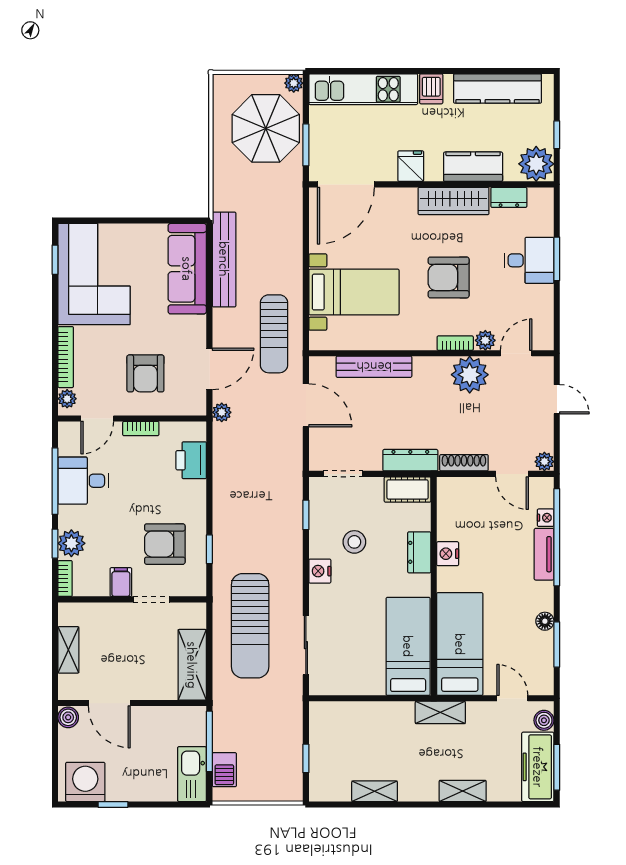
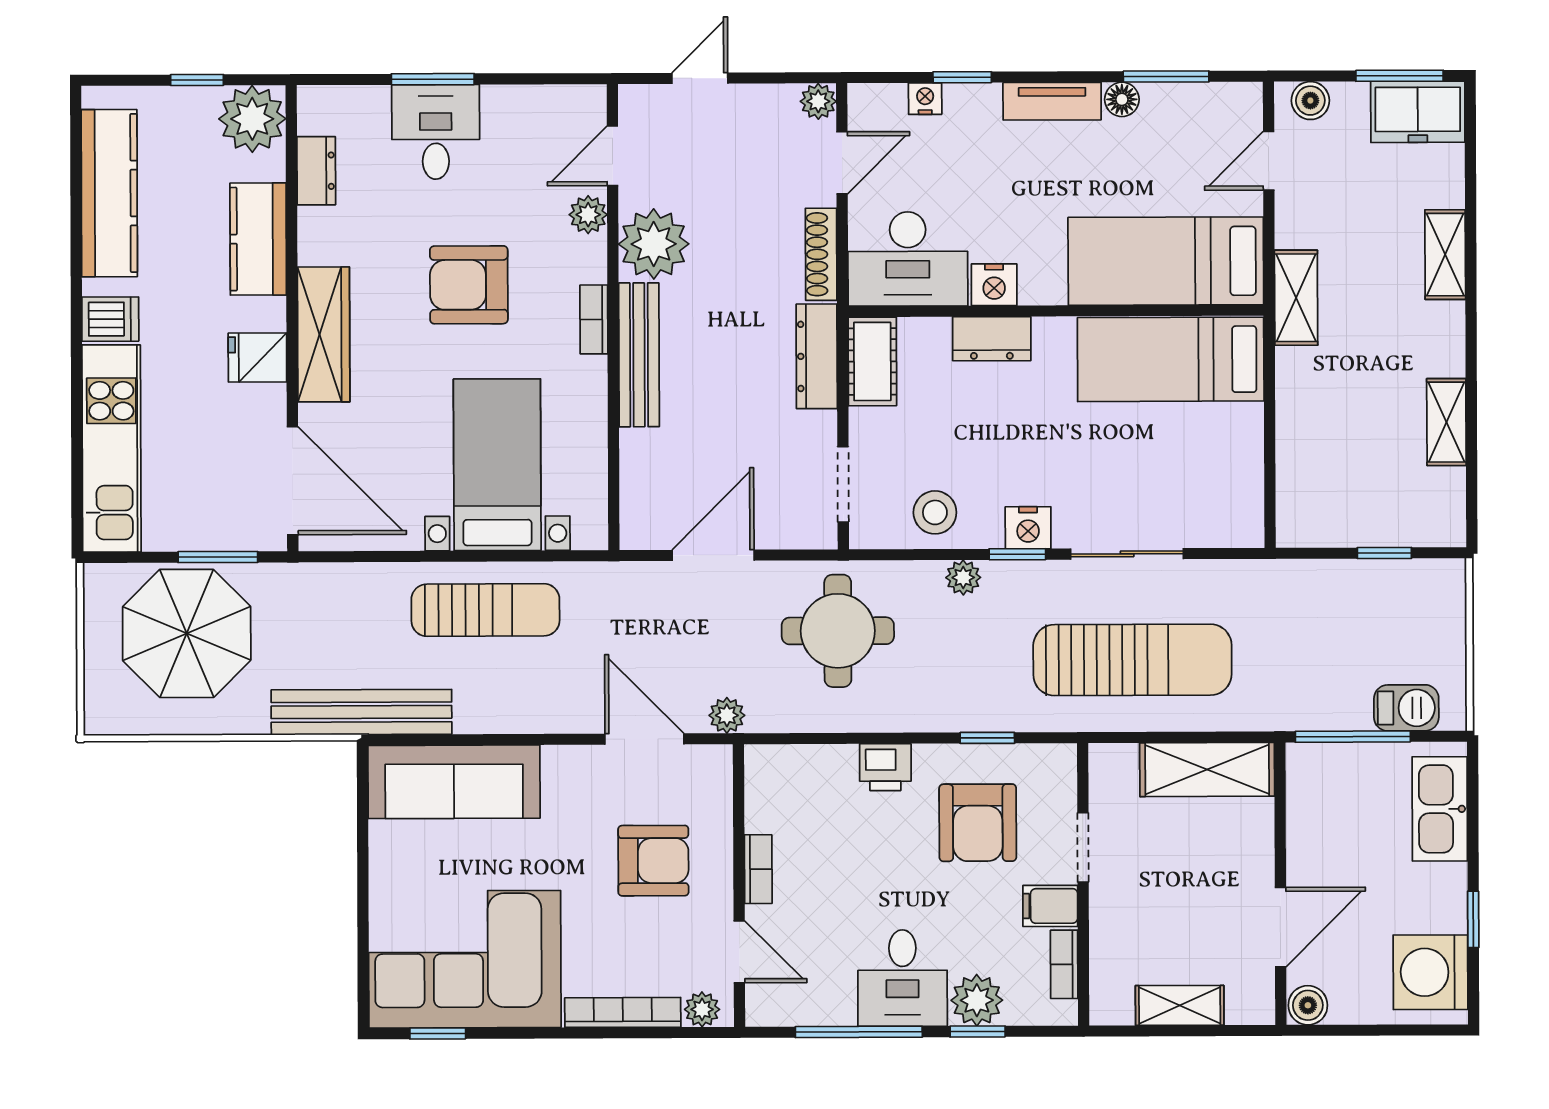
plant: (294, 83) -> (963, 577), moved
wardrobe: (454, 201) -> (324, 334), moved
bench: (224, 259) -> (361, 712), moved
armchair: (449, 277) -> (469, 285), turned 90
sun lounger: (274, 334) -> (485, 610), moved
bookcase: (455, 343) -> (594, 319), moved
door: (516, 353) -> (613, 156), hinge flipped
bench: (374, 367) -> (639, 355), moved
printer: (191, 460) -> (885, 767), moved, width x0.73, depth x0.81
round table: (266, 471) -> (838, 631), added
desk: (83, 481) -> (903, 978), moved
desk: (461, 508) -> (908, 259), added
window: (306, 515) -> (1017, 554), moved
window: (557, 537) -> (962, 77), width x0.32
stool: (354, 542) -> (935, 512), moved
tv unit: (544, 554) -> (1052, 101), moved
bookcase: (65, 578) -> (1064, 964), moved, turned -90
sliding door: (306, 645) -> (1127, 554), moved
freezer: (538, 767) -> (1418, 112), width x0.71
kitchen sink: (192, 774) -> (1440, 809), moved, turned 90

